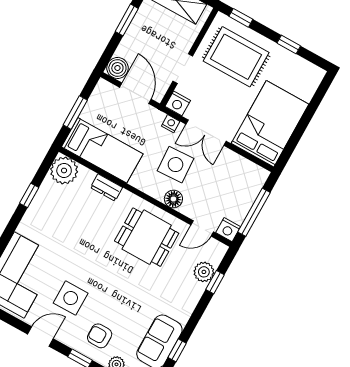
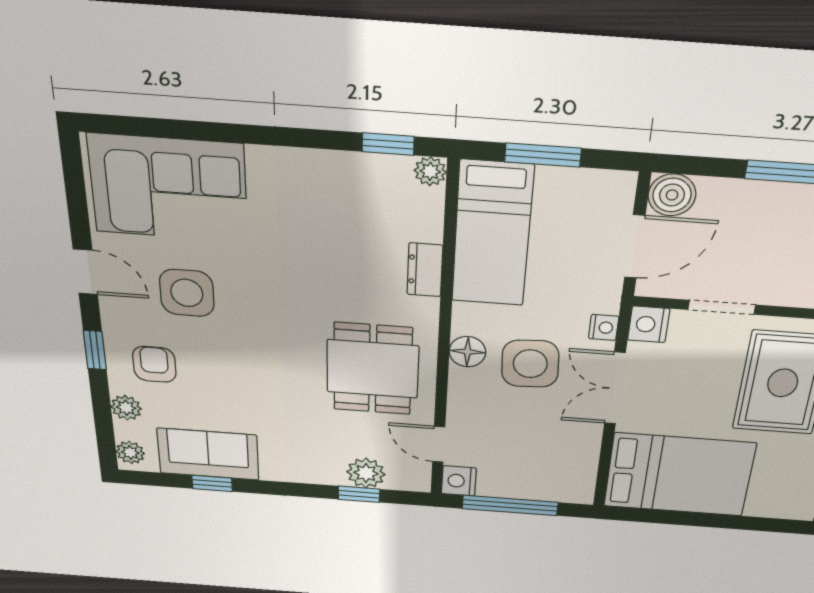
plant: (64, 170) -> (430, 171), width x0.53, depth x0.53
window: (29, 195) -> (388, 144), moved
floor lamp: (173, 199) -> (467, 352), moved

